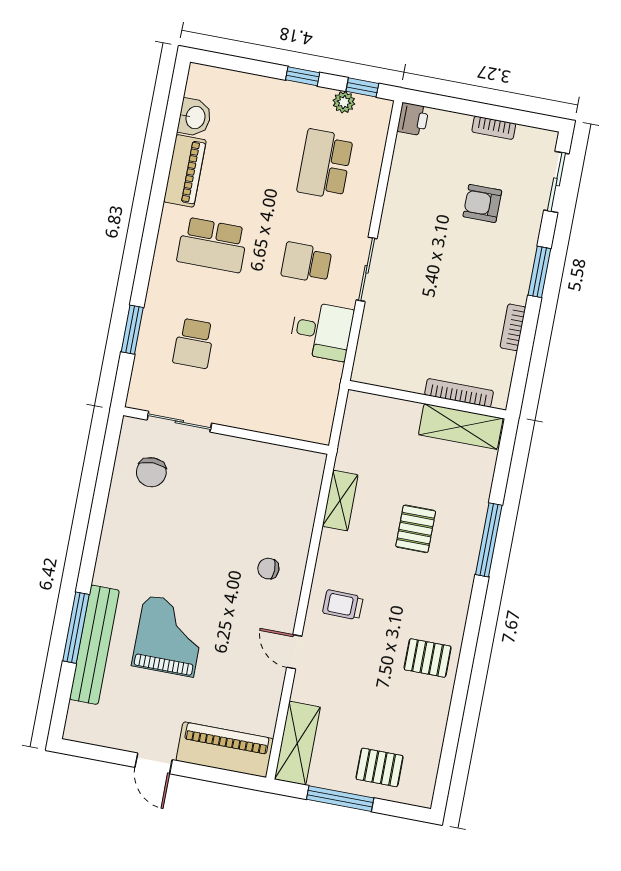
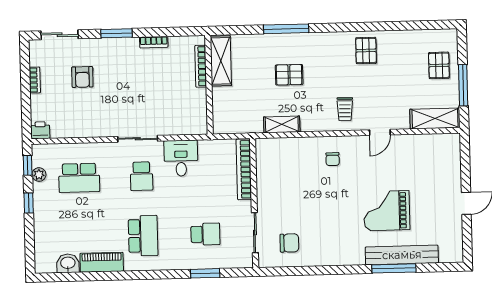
bookcase: (282, 426) -> (244, 169), added
piano: (225, 750) -> (449, 162), removed

